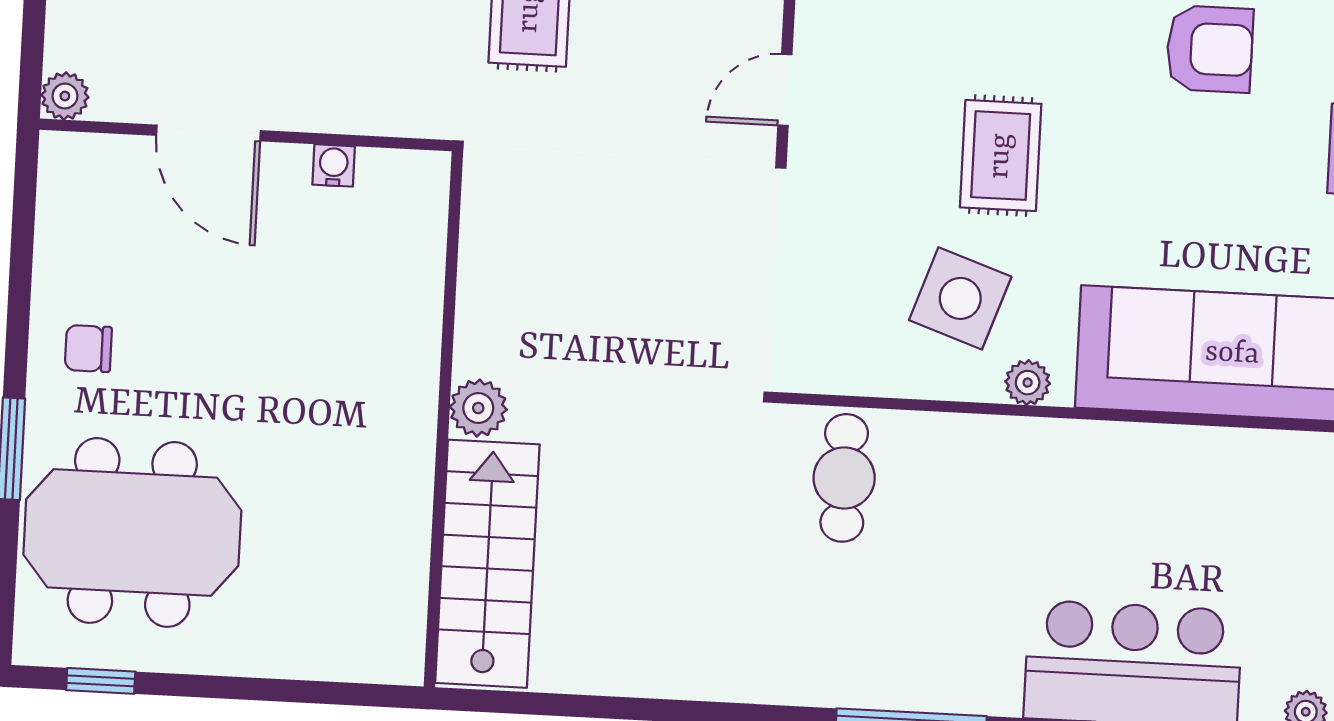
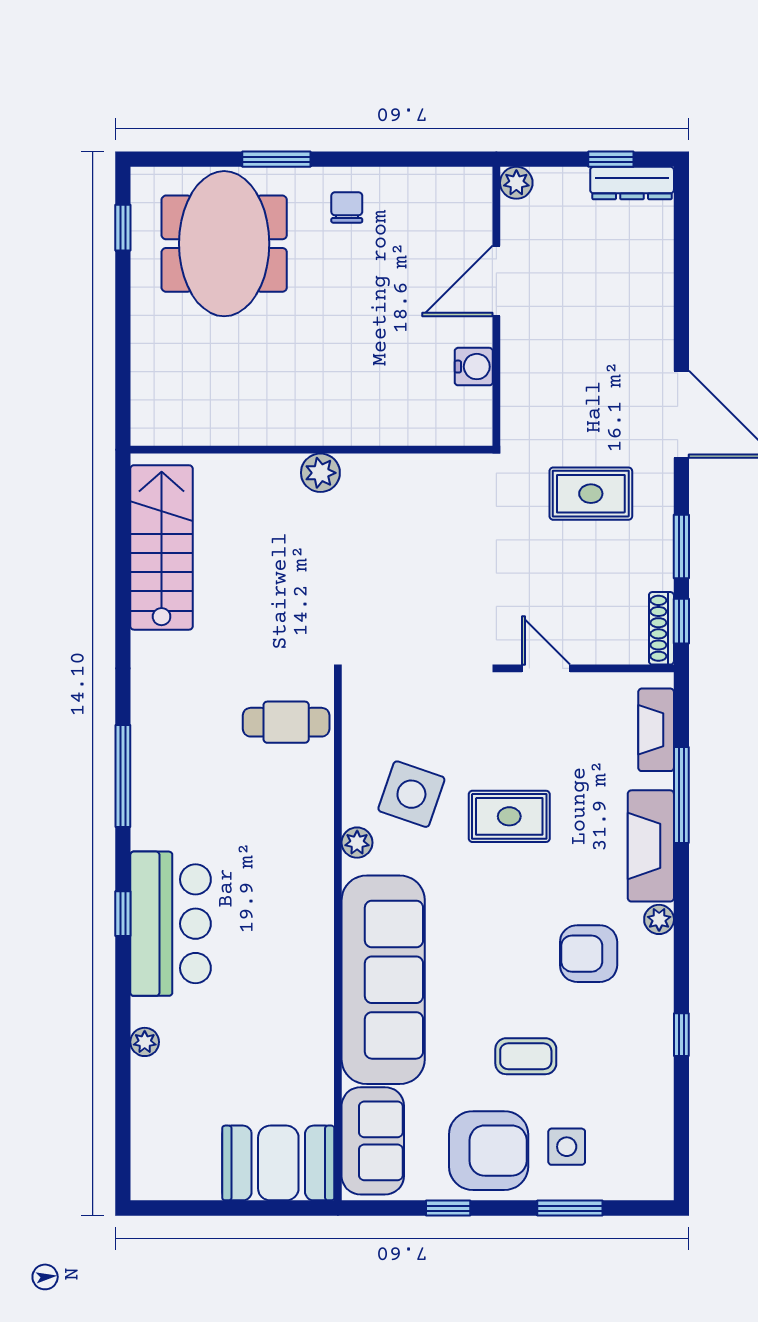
armchair: (1210, 49) -> (589, 954), turned 90
water cooler: (334, 165) -> (474, 367), width x1.38, depth x1.38
stairs: (487, 564) -> (162, 547), moved, turned -90

